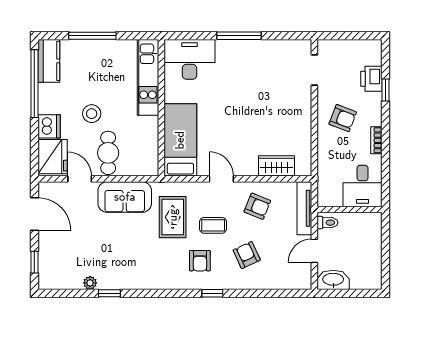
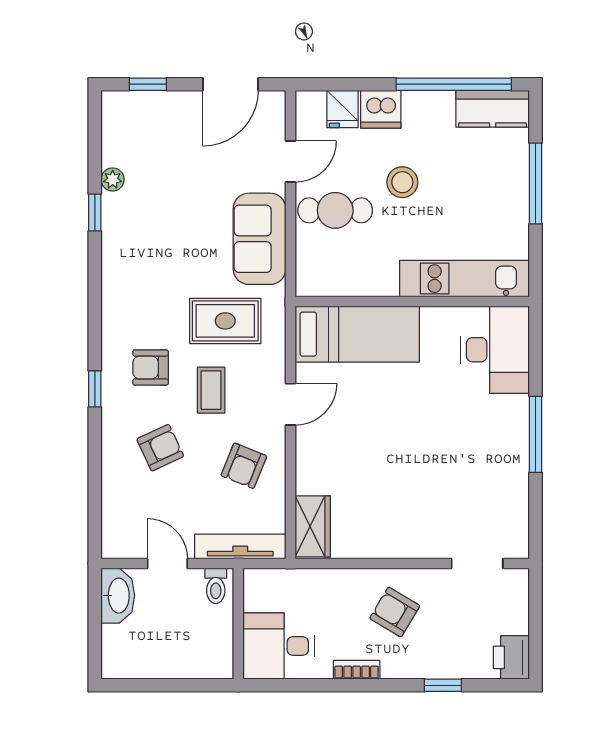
printer: (371, 79) -> (511, 657), moved, turned -90
armchair: (343, 118) -> (395, 612), turned 100
fridge: (53, 157) -> (342, 109), width x0.53, depth x0.75
wardrobe: (277, 166) -> (313, 526), moved

